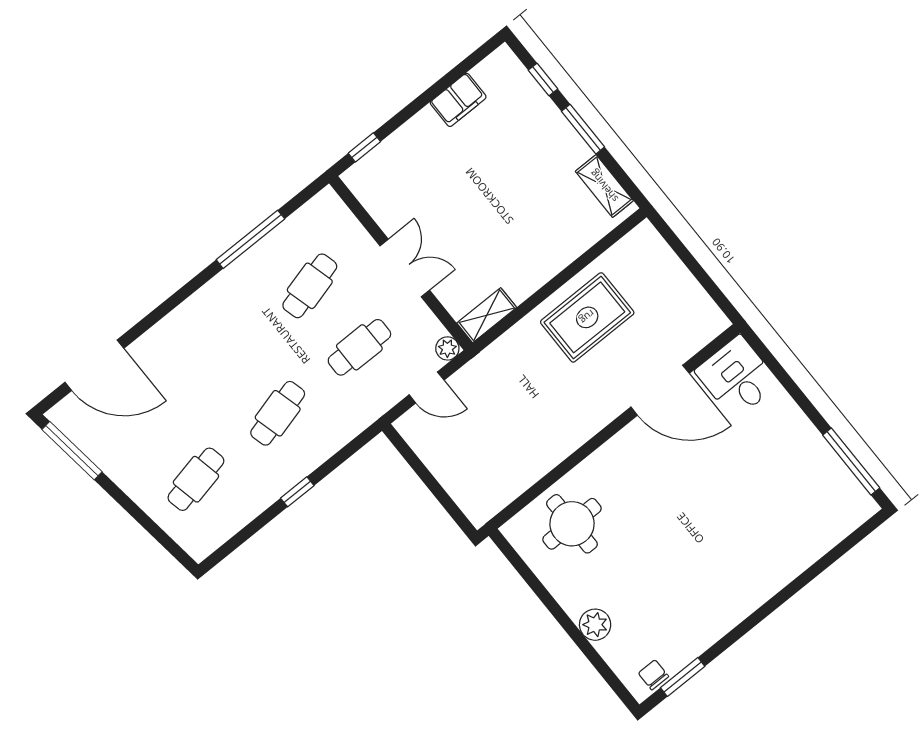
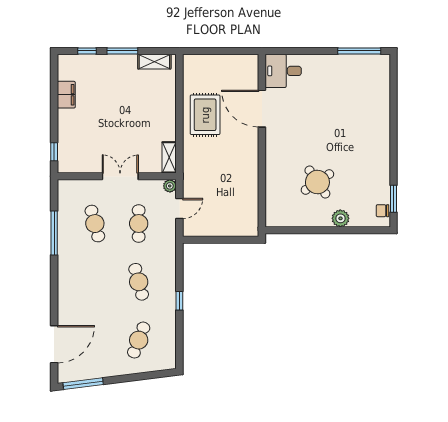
door: (660, 390) -> (262, 109), swing flipped
cafe table: (196, 479) -> (139, 340), turned 33
round table: (572, 524) -> (317, 182), moved, turned -34

